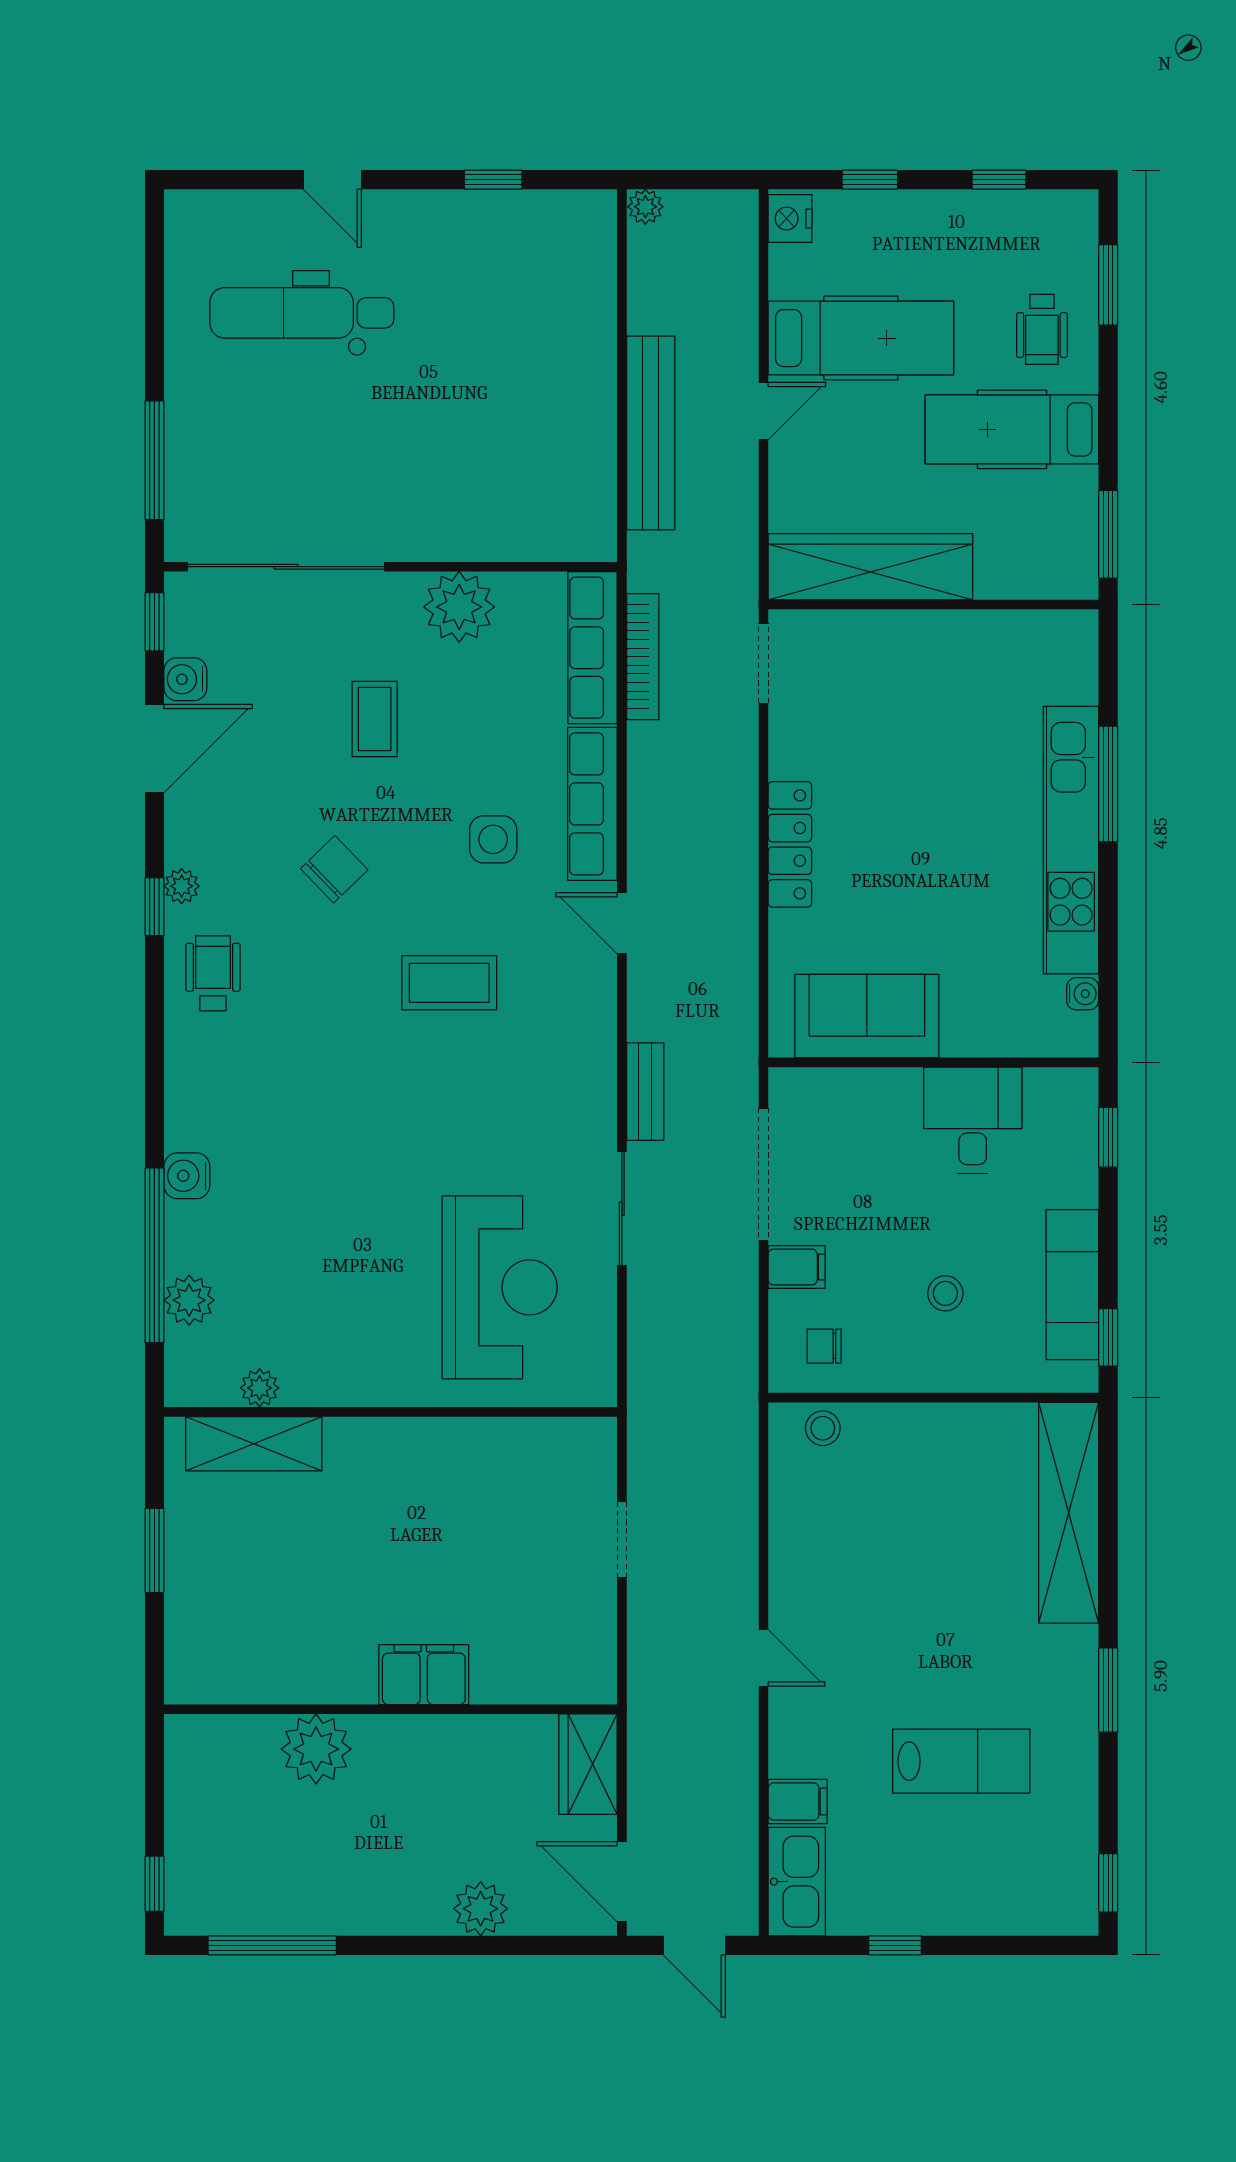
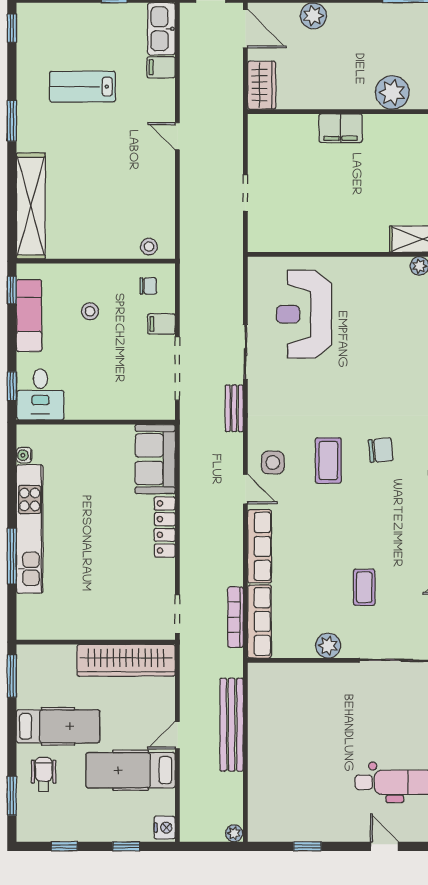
plant: (459, 607) -> (328, 646), width x0.73, depth x0.73
side table: (493, 839) -> (273, 463), moved
chair: (334, 869) -> (381, 450), moved, turned -141
coffee table: (449, 983) -> (328, 460), turned 90
sofa: (867, 1016) -> (155, 459), moved, turned 90
desk: (973, 1120) -> (40, 394), moved

